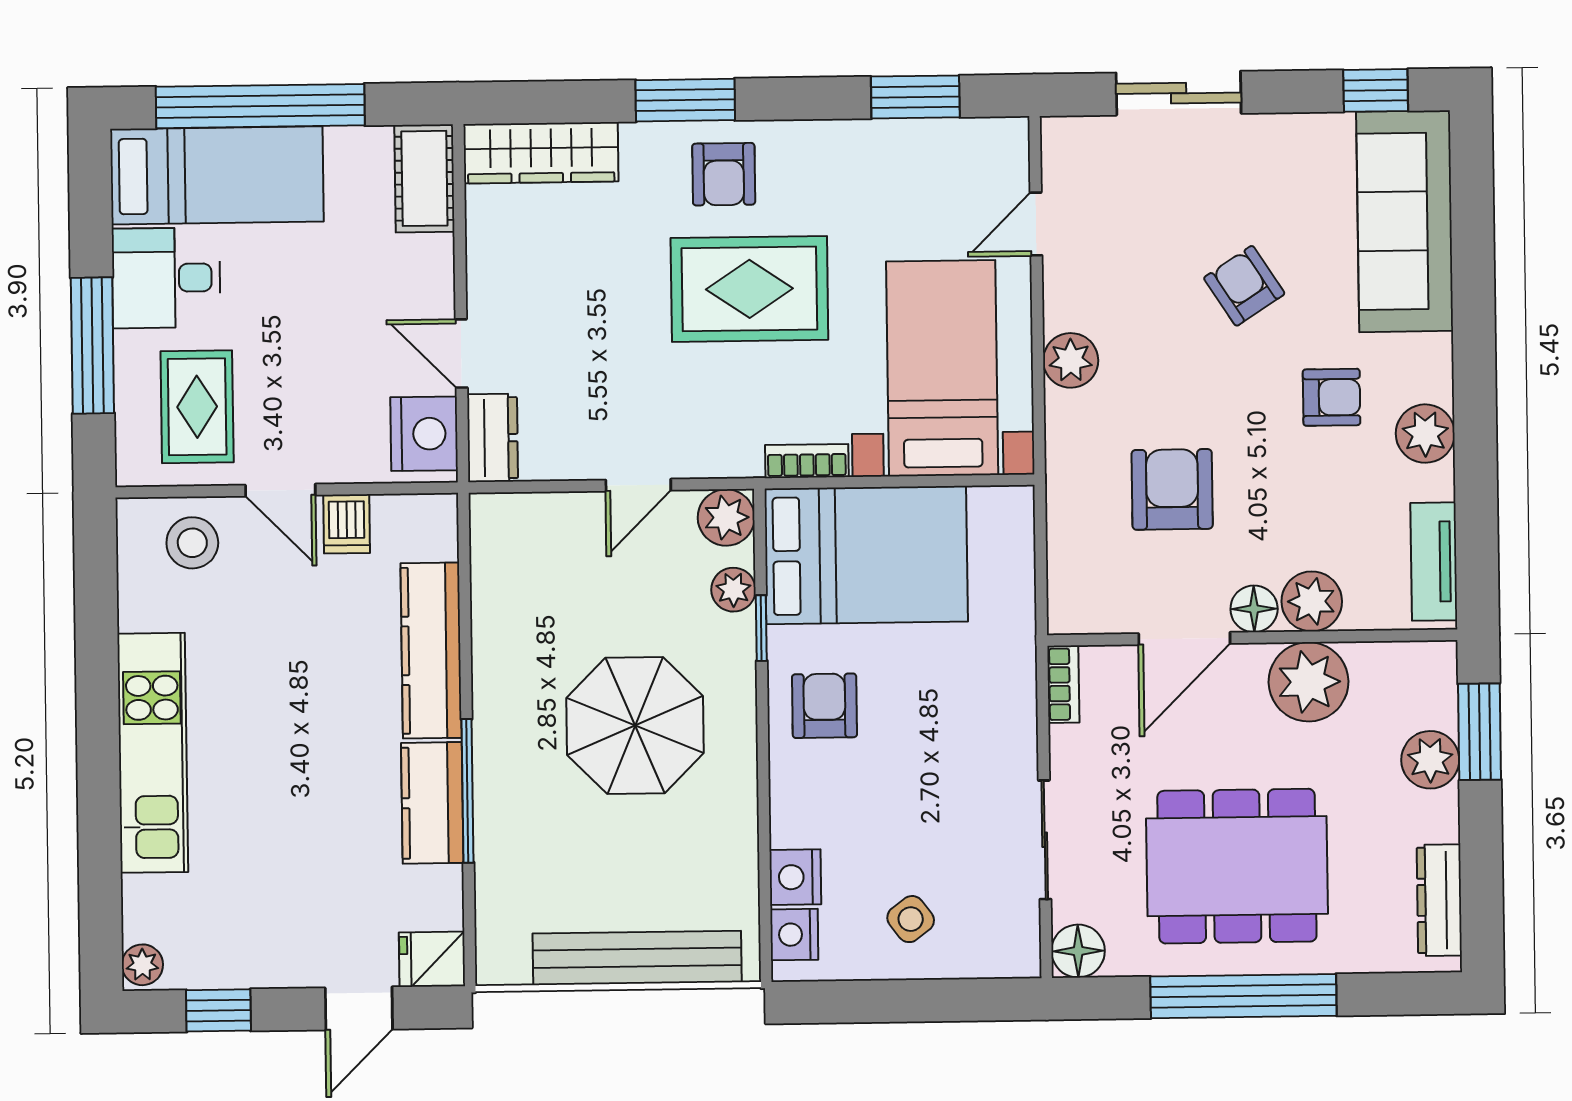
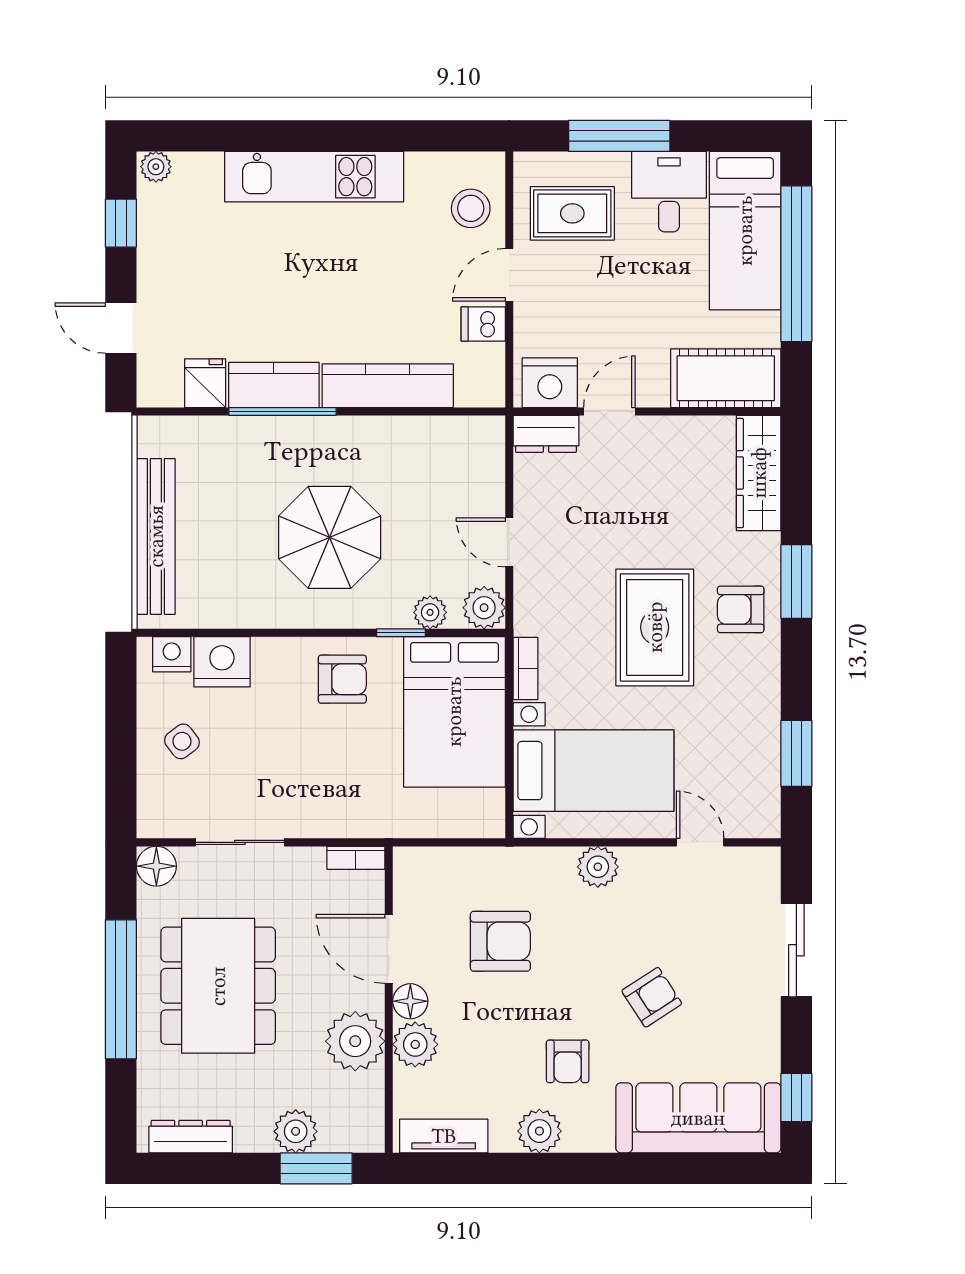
cot: (424, 178) -> (726, 378), width x1.37, depth x1.34
nightstand: (795, 877) -> (222, 662), width x1.36, depth x1.33
fridge: (432, 959) -> (205, 383), moved

